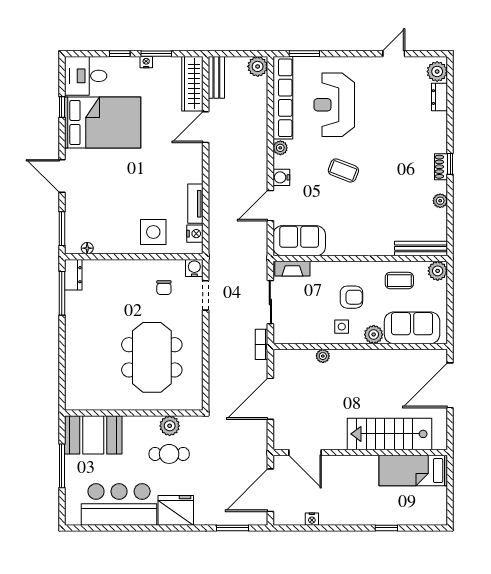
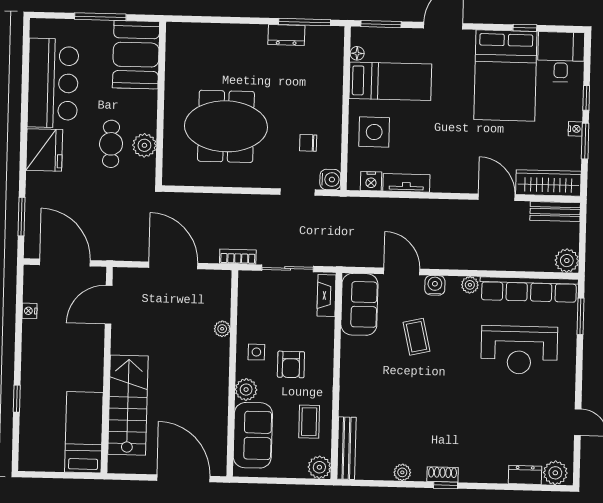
reception desk: (334, 105) -> (519, 350), turned 180
coffee table: (343, 170) -> (416, 337), moved, turned -34
bed: (110, 219) -> (390, 81), added
dresser: (73, 275) -> (286, 35), moved

